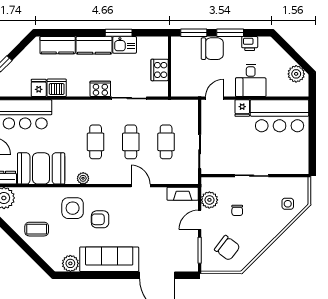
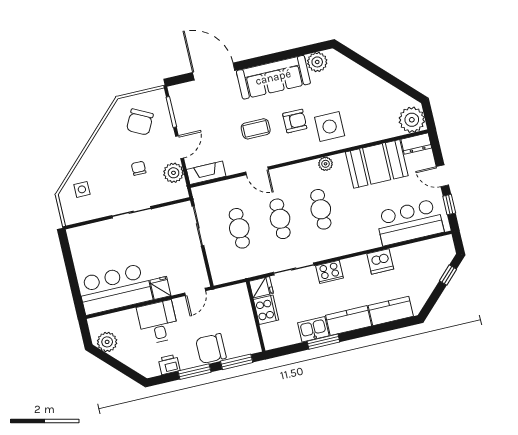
fridge: (39, 88) -> (261, 287), moved, turned -90
coffee table: (37, 229) -> (256, 129), moved
chair: (227, 248) -> (140, 122), turned -100

